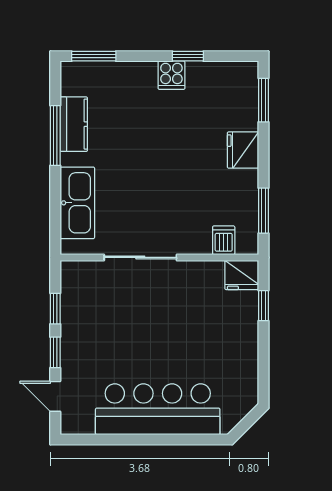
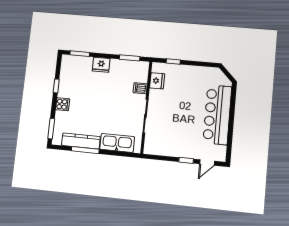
cooker: (171, 75) -> (63, 104), moved
kitchen counter: (74, 124) -> (81, 141), width x1.50
dishwasher: (224, 240) -> (140, 88), moved
fridge: (242, 275) -> (157, 81), moved
window: (55, 309) -> (165, 158), removed

